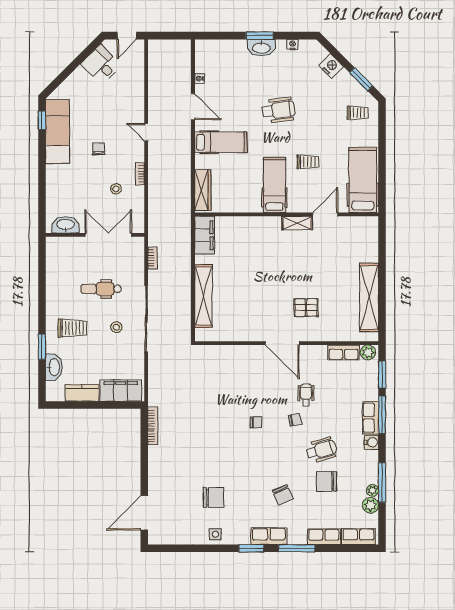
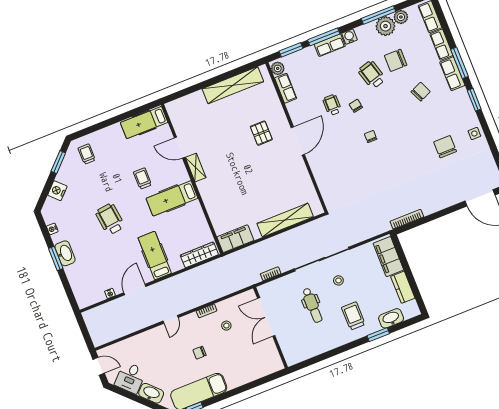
hospital bed: (363, 180) -> (144, 123), width x0.73, depth x0.78
washbasin: (65, 225) -> (151, 393), moved, turned 135
wheelchair: (306, 395) -> (332, 105), turned 90
chair: (327, 481) -> (396, 60), turned 90
plant: (373, 490) -> (385, 26), width x1.88, depth x1.88
row of seats: (269, 536) -> (452, 74), moved

